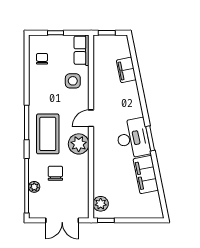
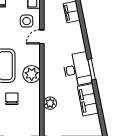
door: (91, 118) -> (42, 37), moved
plant: (101, 204) -> (50, 103), moved

